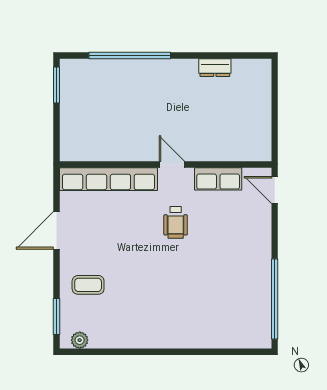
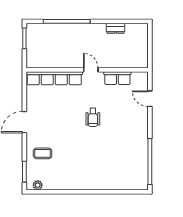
wall: (166, 164) -> (87, 70), moved
door: (172, 164) -> (91, 70), moved
row of seats: (108, 179) -> (54, 78), moved
row of seats: (218, 179) -> (117, 78), moved

